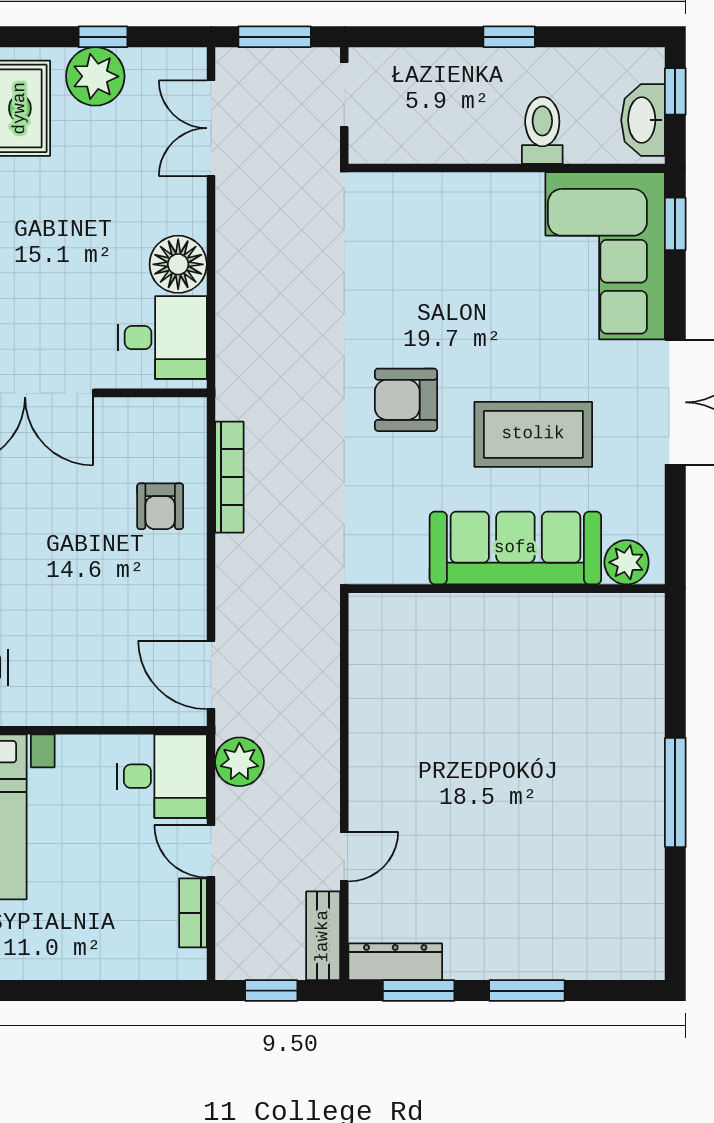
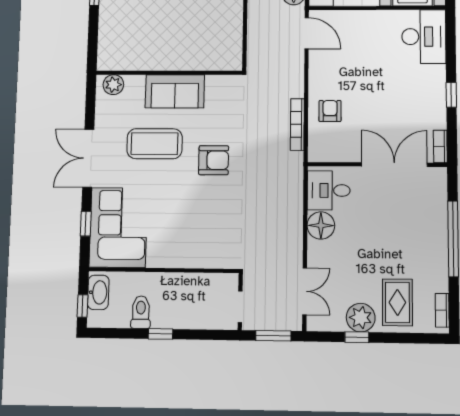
toilet: (542, 130) -> (141, 312), moved, turned 180
window: (675, 224) -> (86, 224), moved
sofa: (515, 548) -> (175, 91), width x0.73

